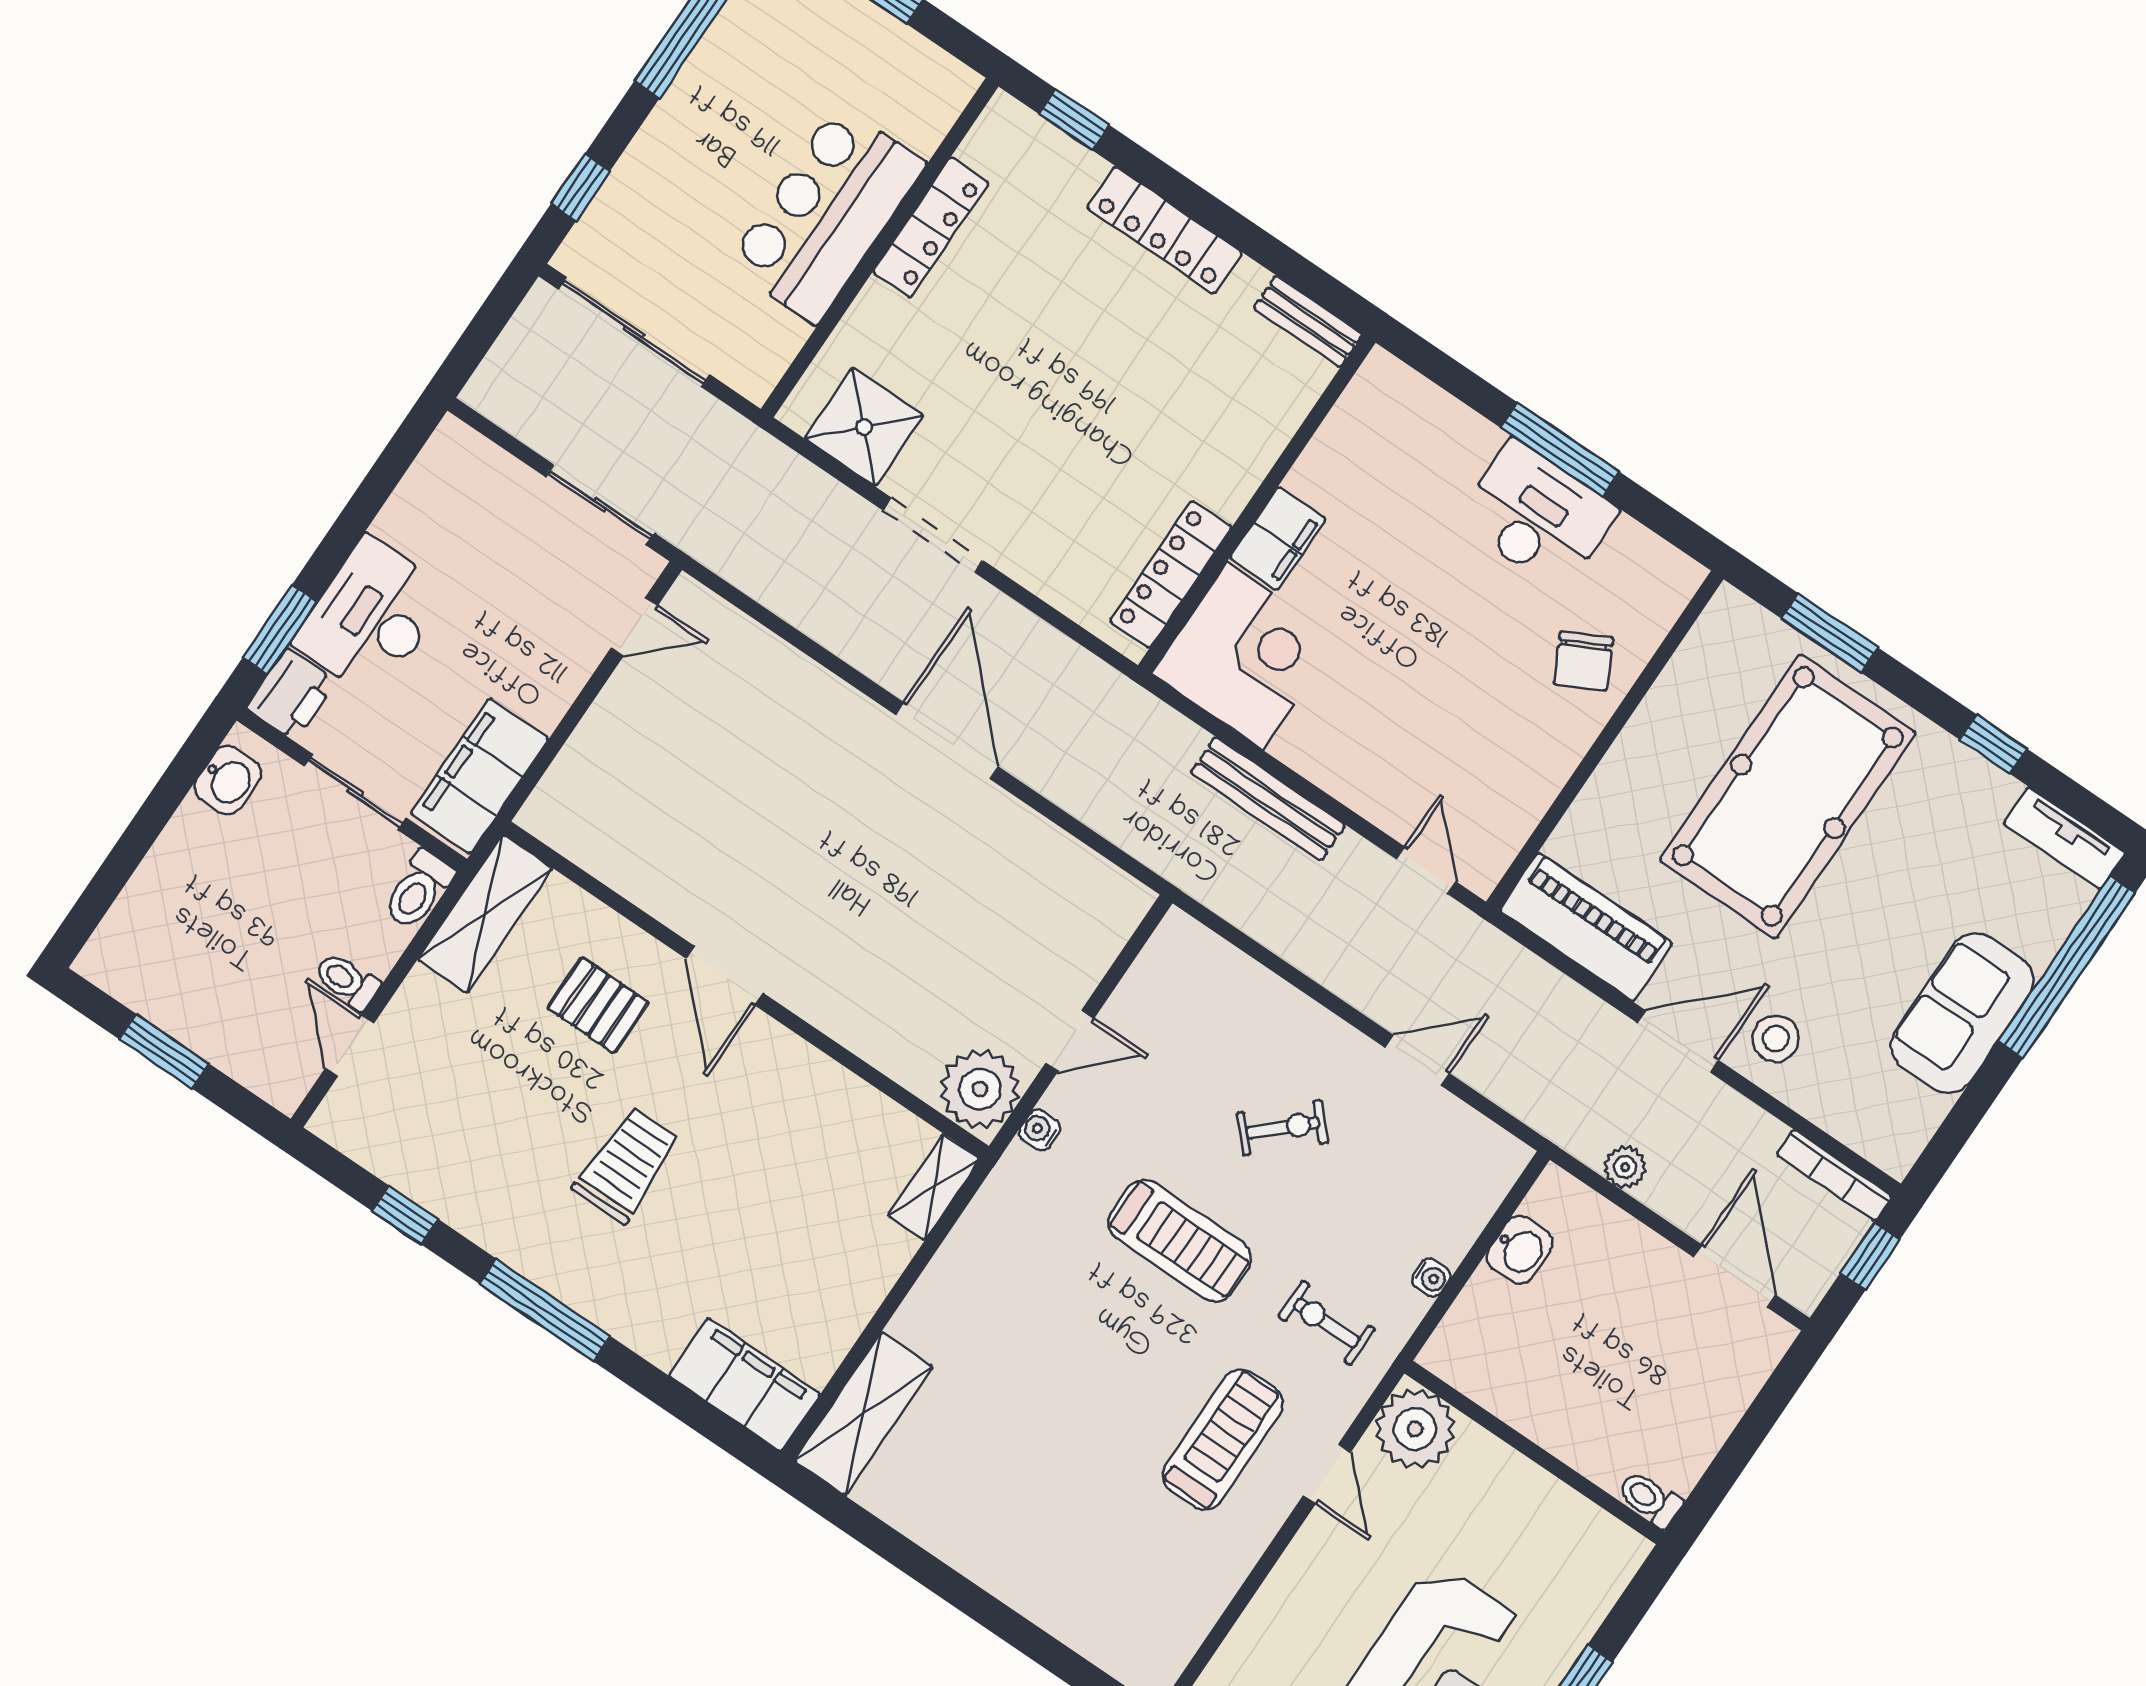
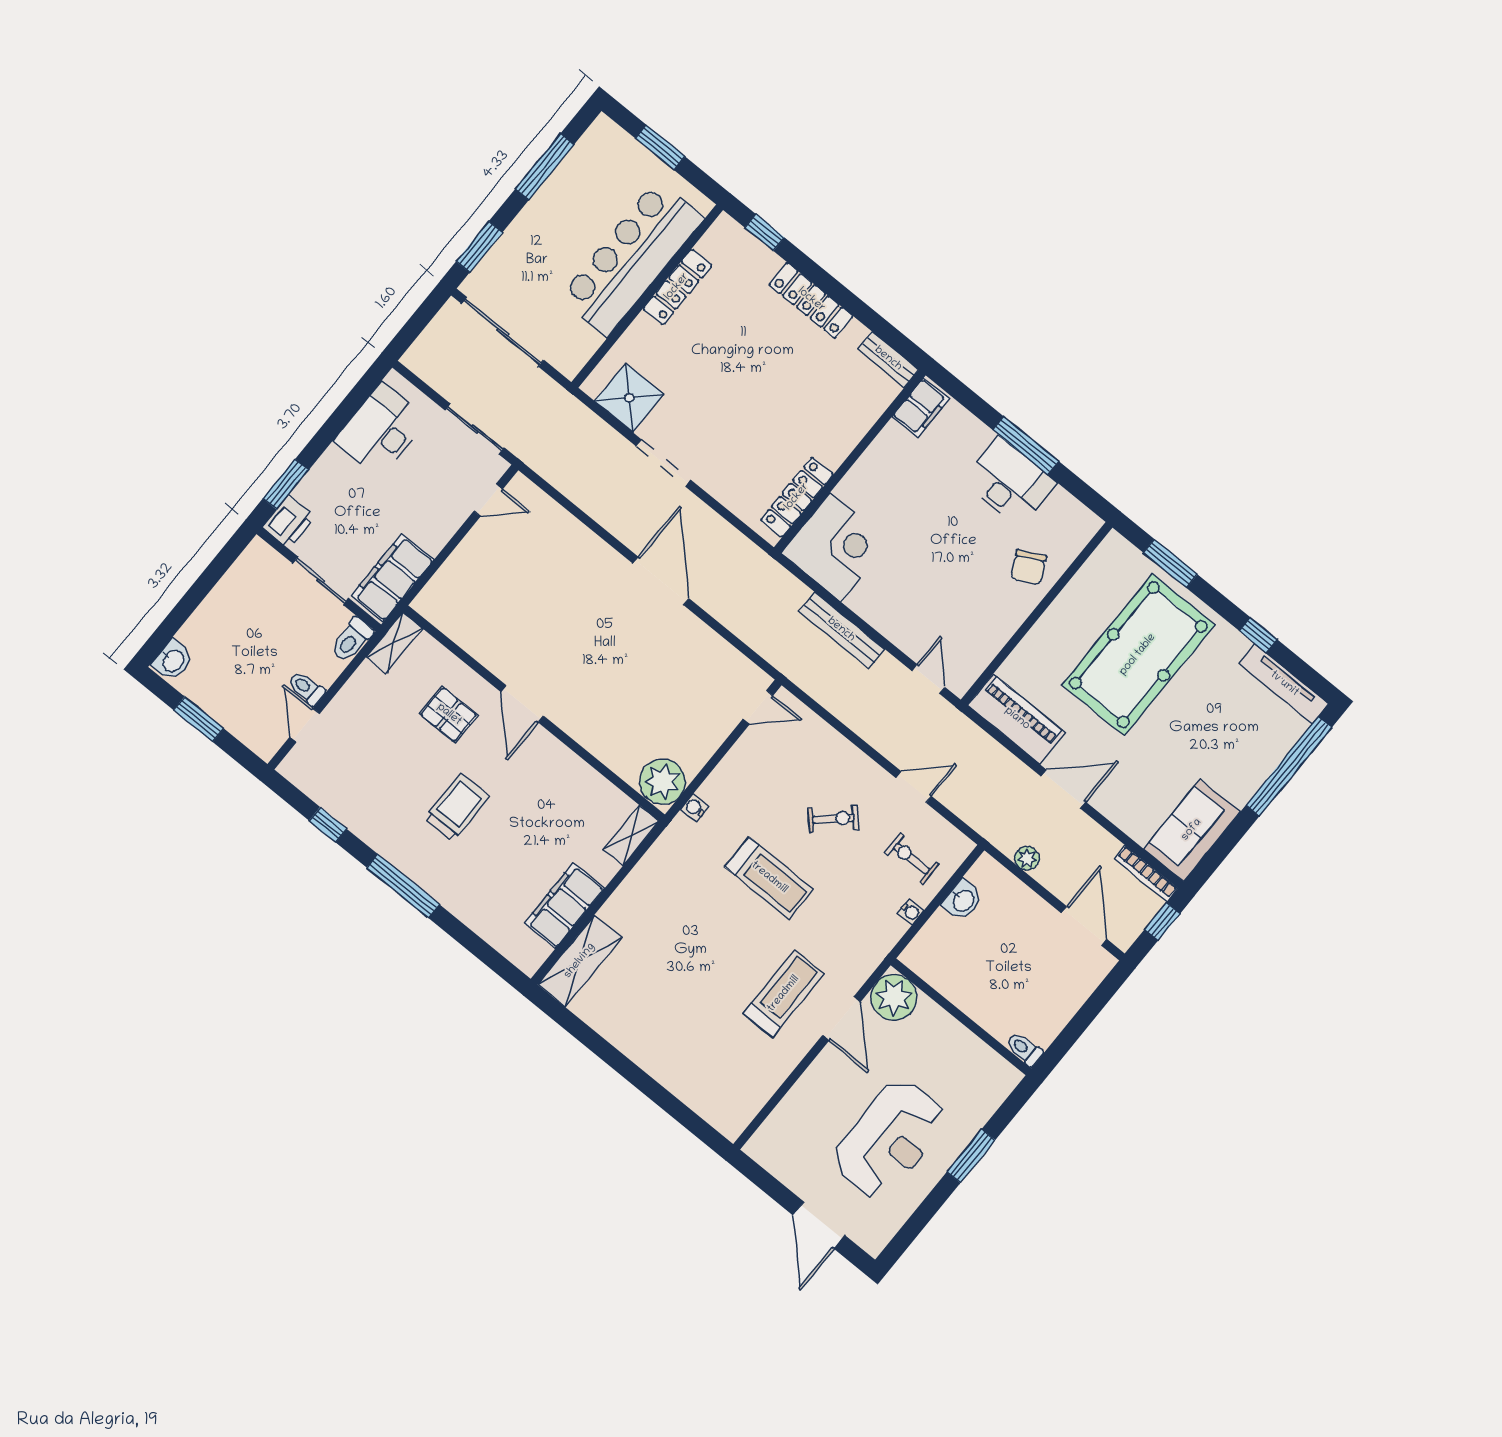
window: (580, 188) -> (479, 247), width x1.50
bar counter: (827, 214) -> (632, 258), width x1.36
filing cabinet: (1278, 538) -> (921, 408), moved
desk: (371, 617) -> (381, 430), moved
washbasin: (228, 780) -> (173, 660), moved
tv unit: (2065, 838) -> (1284, 684), width x1.41
shelving: (485, 914) -> (394, 643), width x0.67, depth x0.75
sofa: (1962, 1013) -> (1192, 830), moved
stool: (1776, 1039) -> (1119, 793), removed
door: (1070, 1041) -> (758, 707), moved
exercise bike: (1327, 1323) -> (912, 859), moved
filing cabinet: (745, 1385) -> (564, 906), moved, turned -90
door: (1327, 1474) -> (841, 1018), width x1.38

